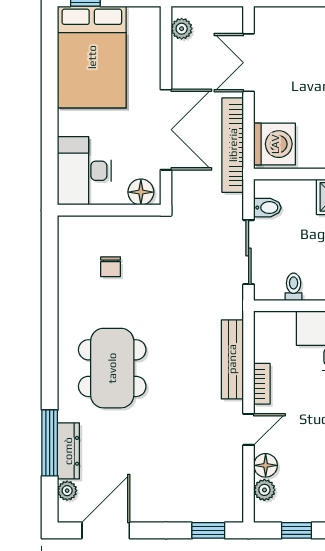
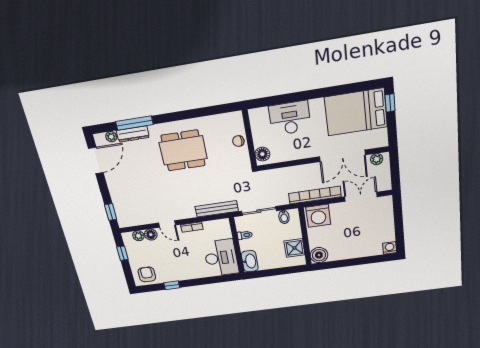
double door: (166, 130) -> (342, 156), moved
floor lamp: (141, 192) -> (262, 154), moved
wall: (109, 210) -> (249, 138), moved
bench: (232, 359) -> (217, 209), moved
door: (106, 530) -> (96, 160), hinge flipped

